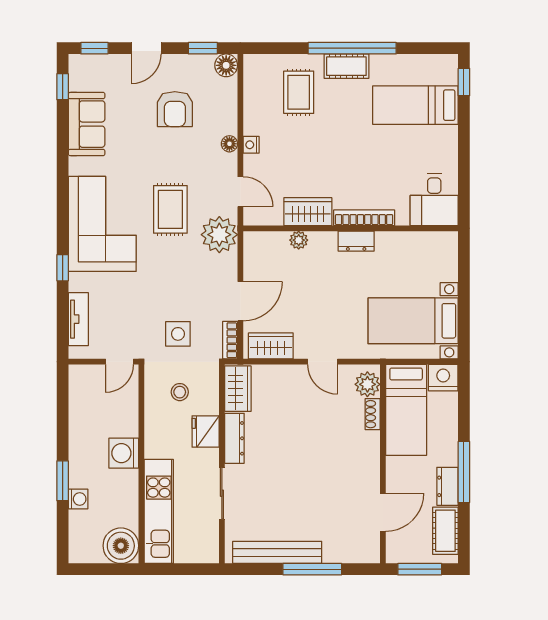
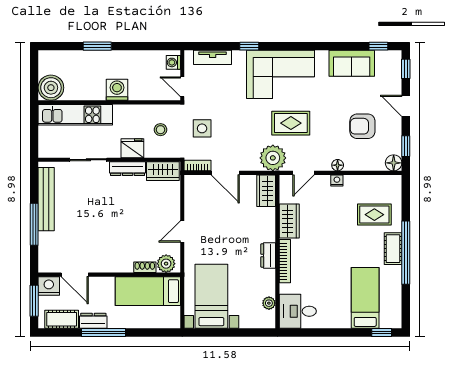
plant: (299, 240) -> (269, 303), moved
wardrobe: (271, 346) -> (266, 191), moved, turned 180
nightstand: (443, 378) -> (49, 286), moved, turned -90
washing machine: (78, 499) -> (173, 62), moved, turned 90

